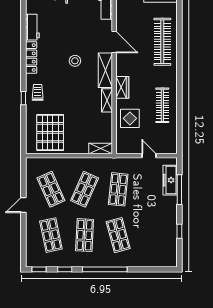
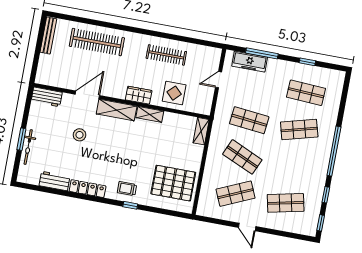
stool: (75, 61) -> (80, 135), moved
shop shelf: (85, 235) -> (306, 93), moved

